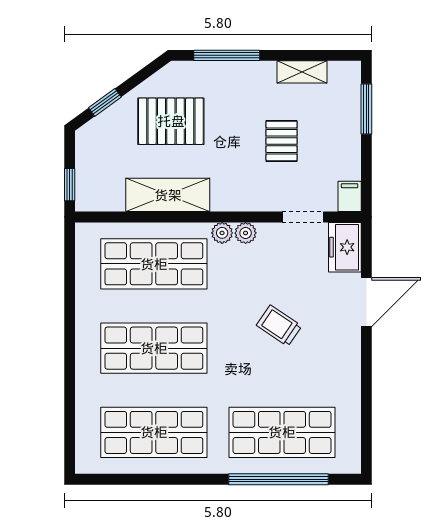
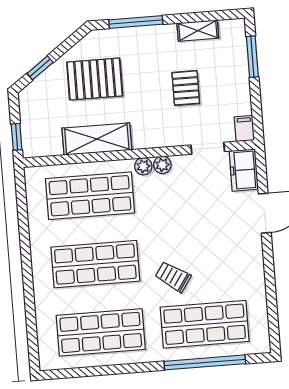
trolley: (279, 326) -> (173, 277), moved

